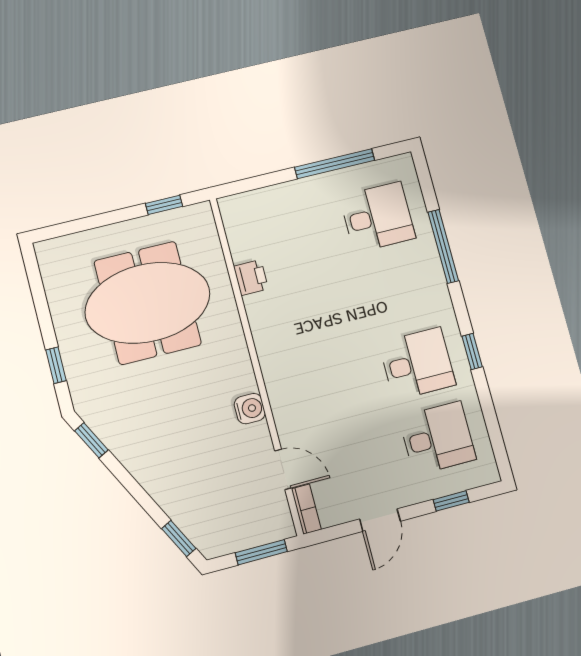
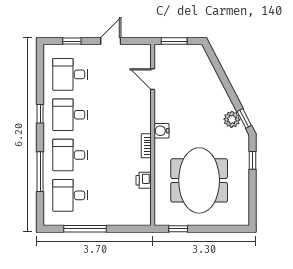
desk: (397, 290) -> (70, 155), added
meeting table: (148, 303) -> (199, 180), turned 90
water cooler: (250, 409) -> (161, 131), moved
plant: (115, 432) -> (232, 119), added
bookcase: (306, 509) -> (146, 146), moved
window: (179, 538) -> (213, 59), removed

